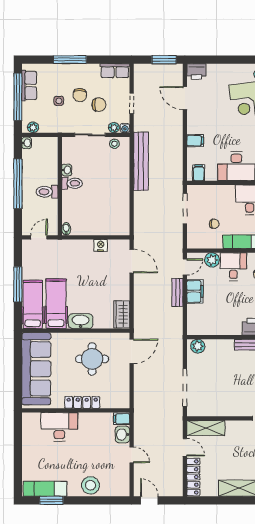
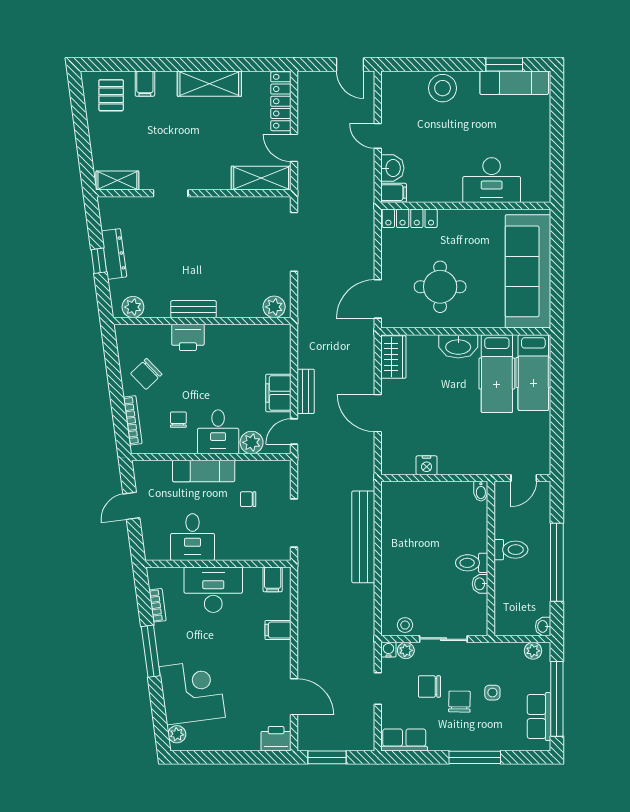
bench: (141, 161) -> (363, 537), moved
door: (132, 261) -> (378, 413), moved
window: (18, 284) -> (557, 404), removed
locker: (82, 402) -> (410, 218), moved

